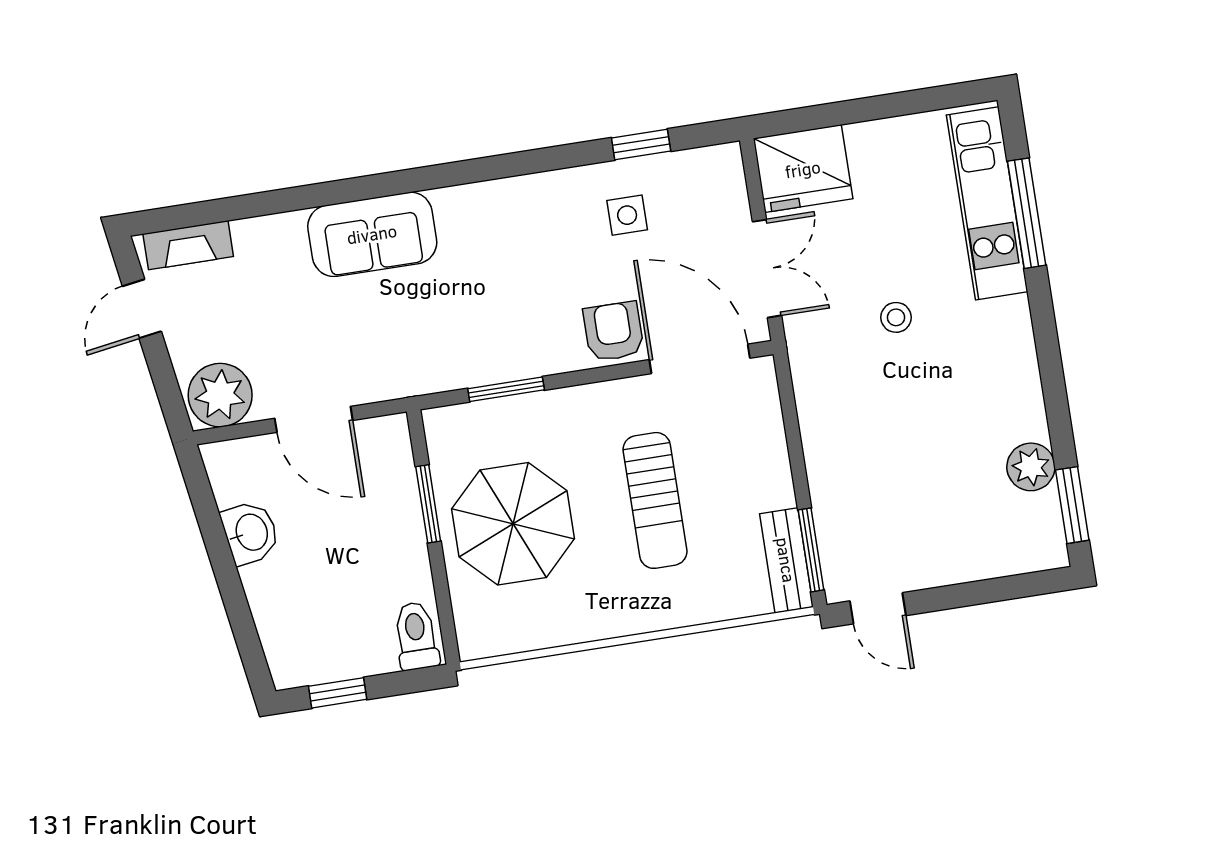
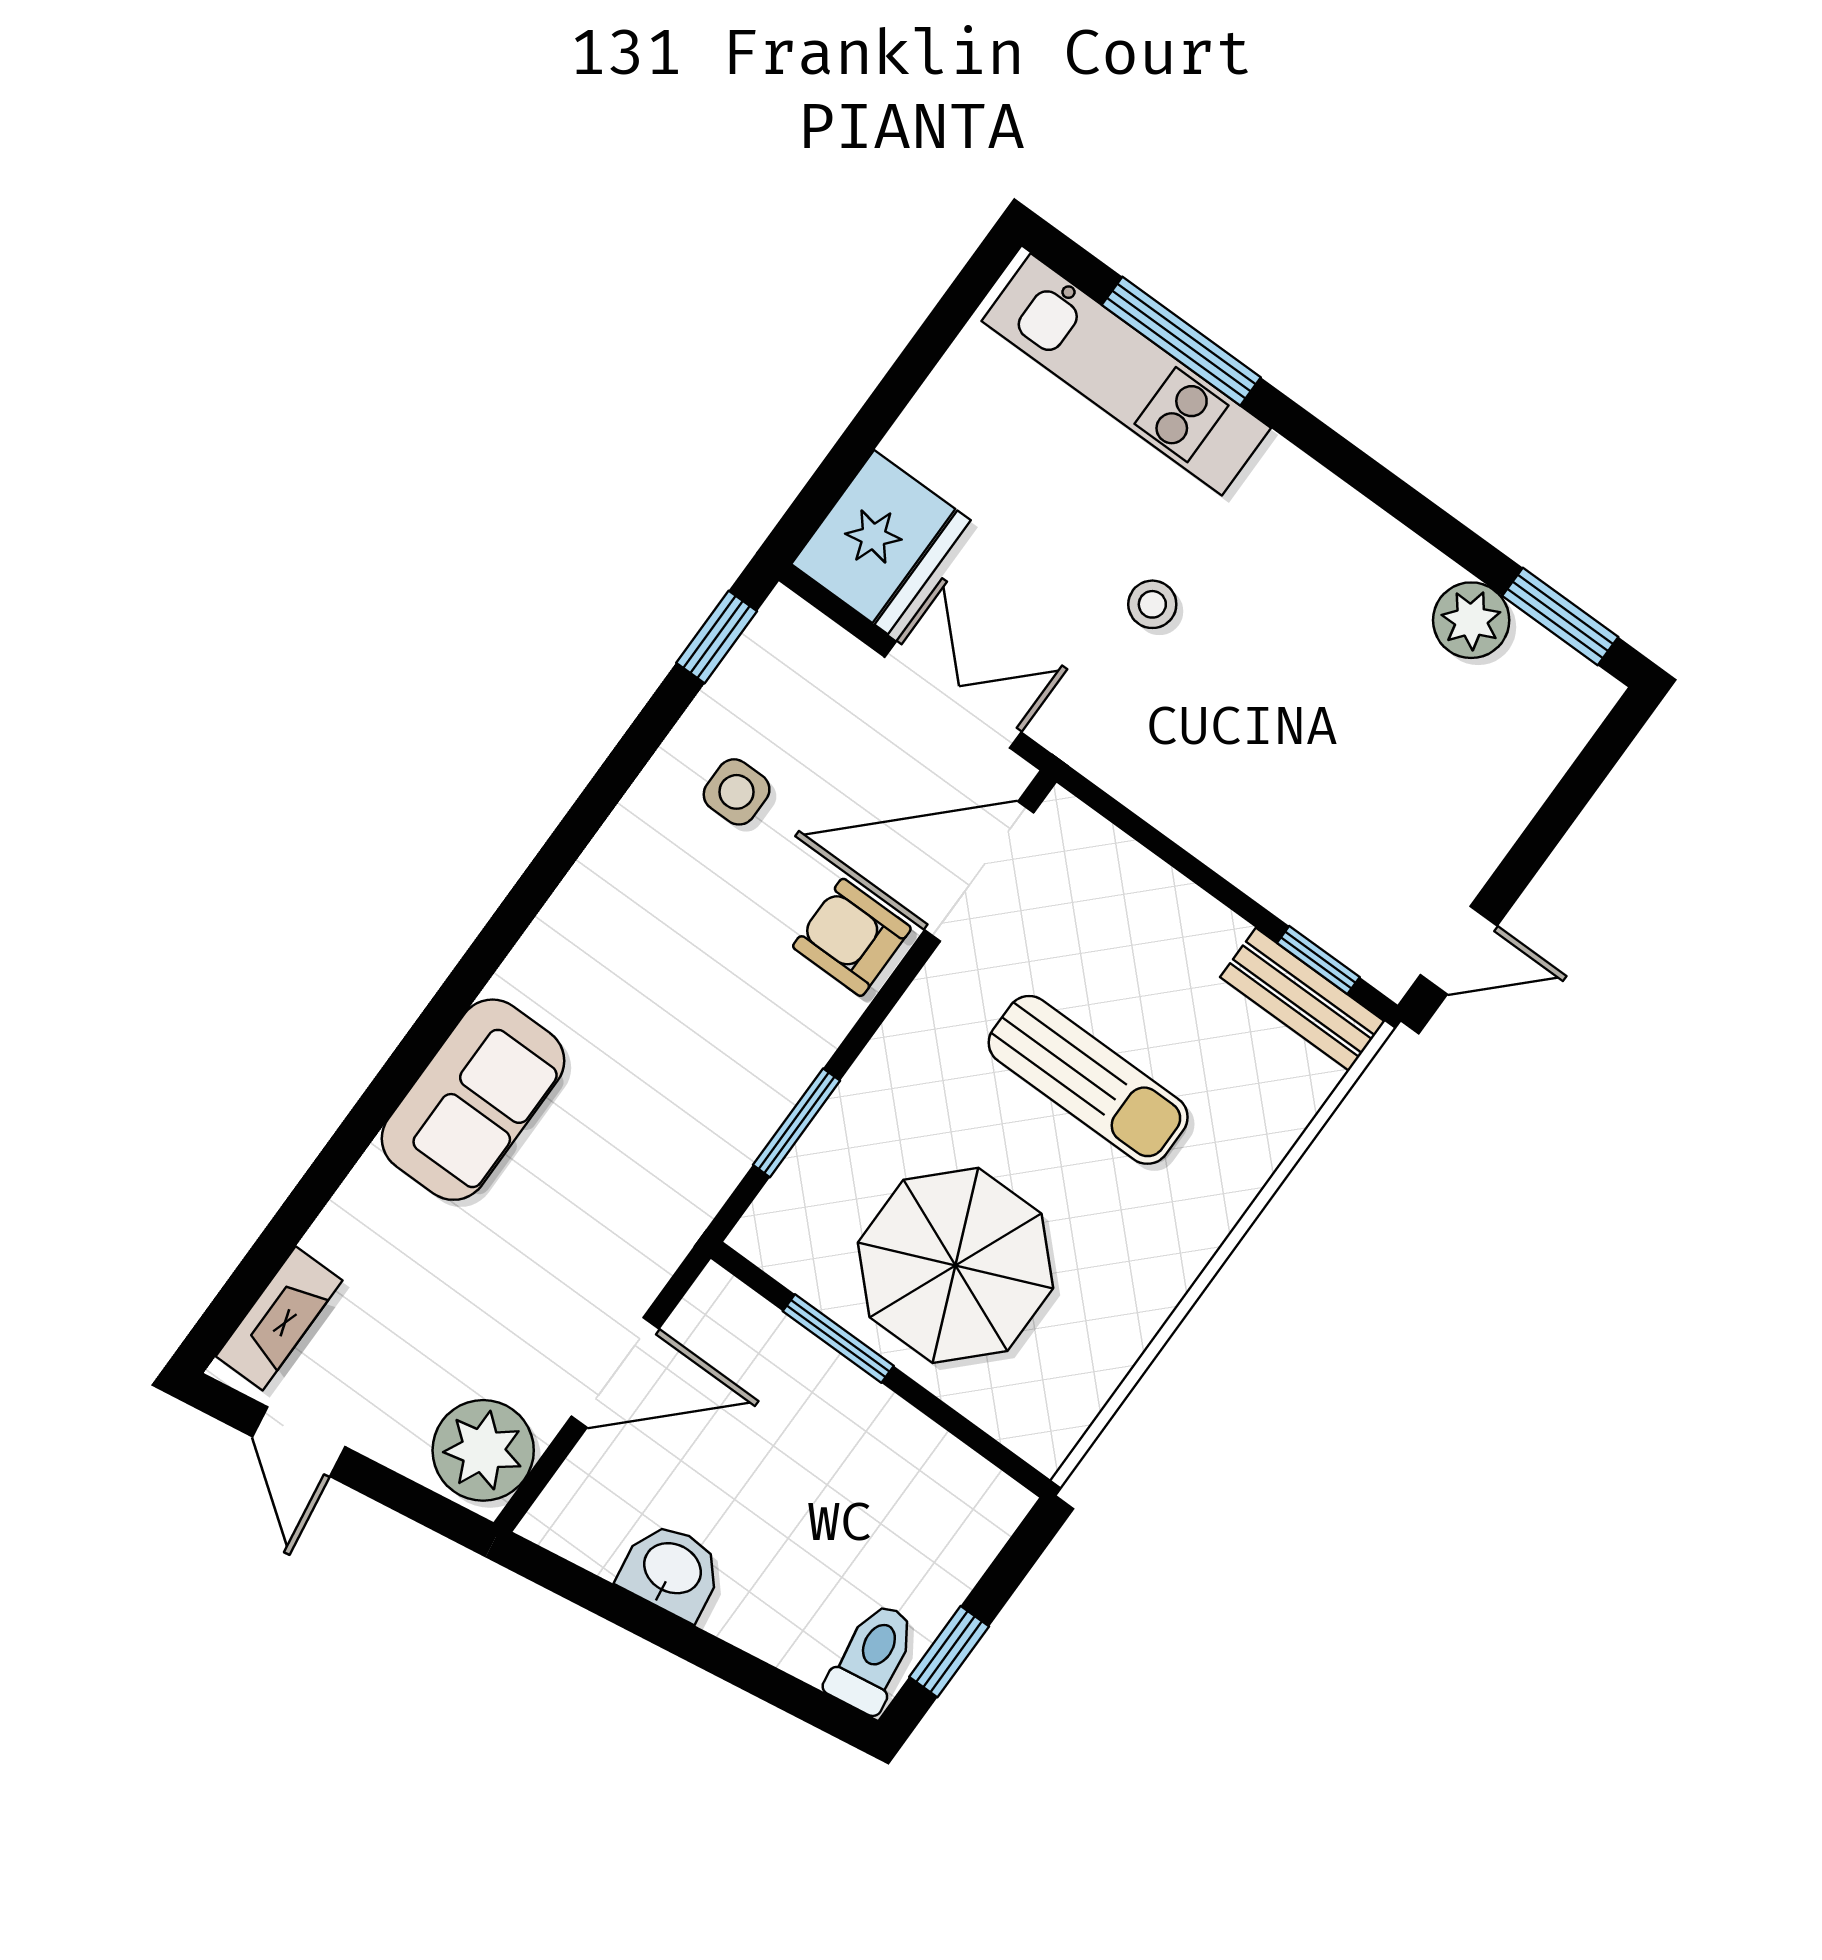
window: (641, 145) -> (717, 637), moved
window: (811, 550) -> (1318, 960), width x0.67
toilet: (416, 636) -> (872, 1658), moved, turned 81

